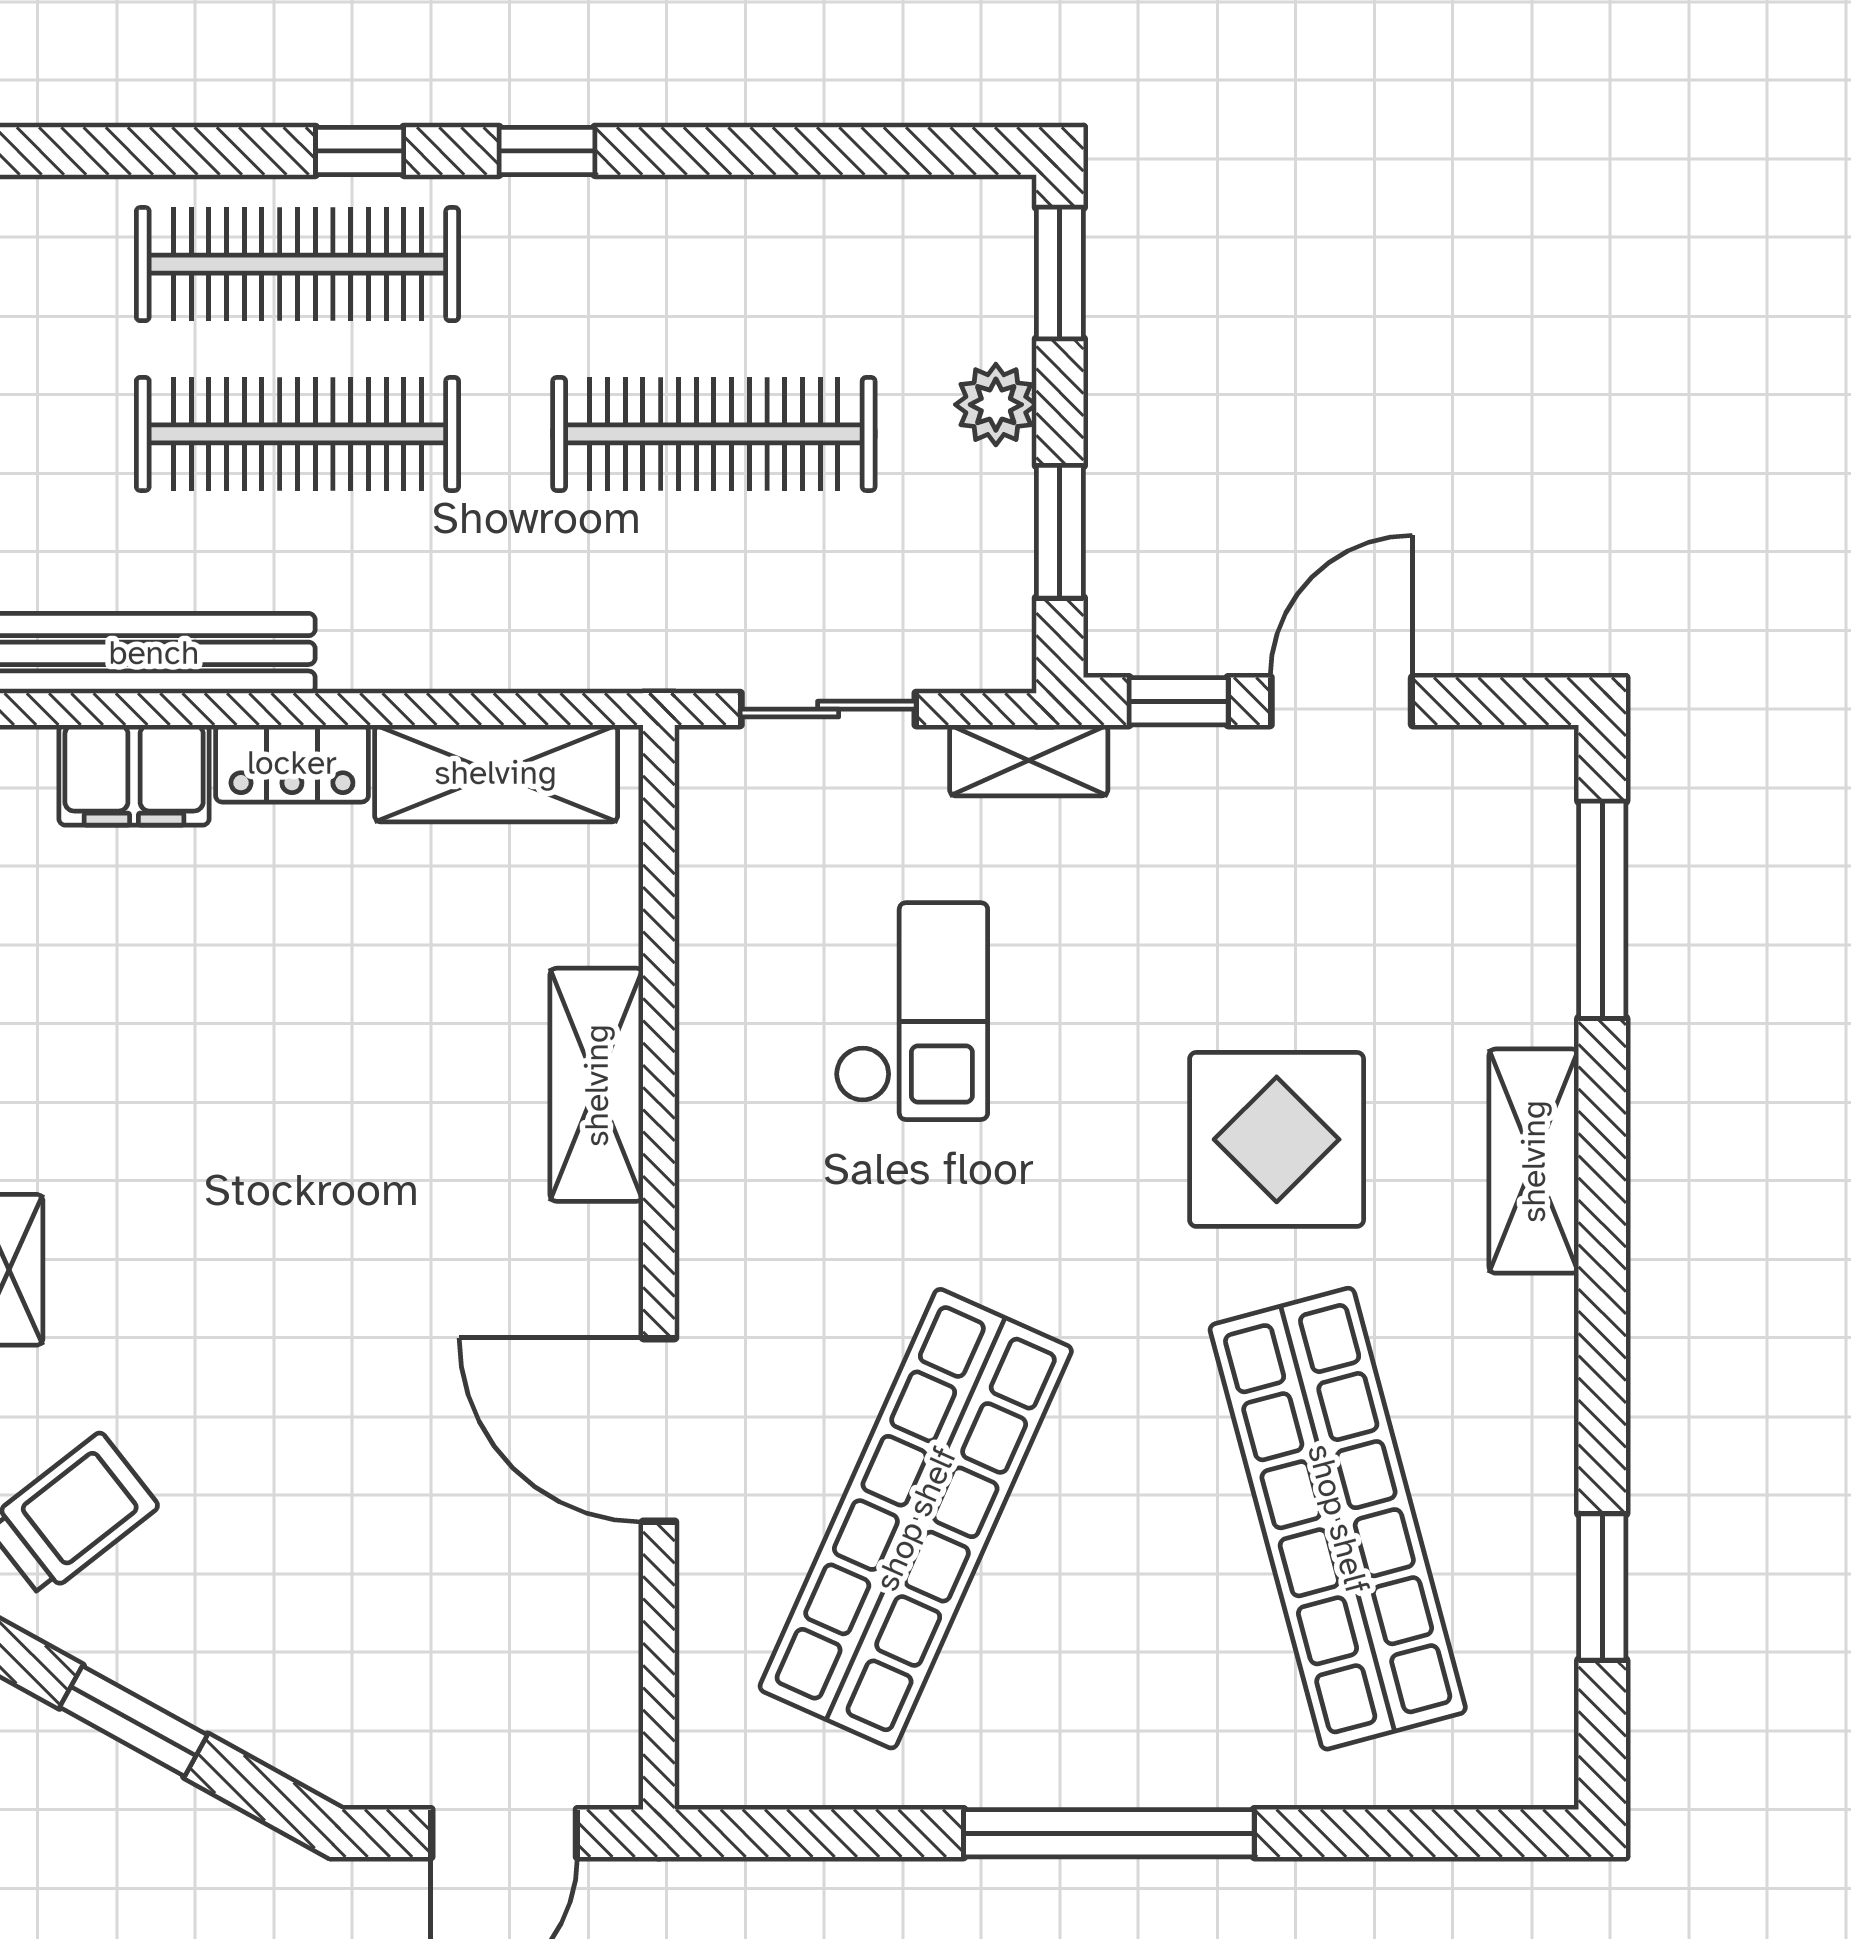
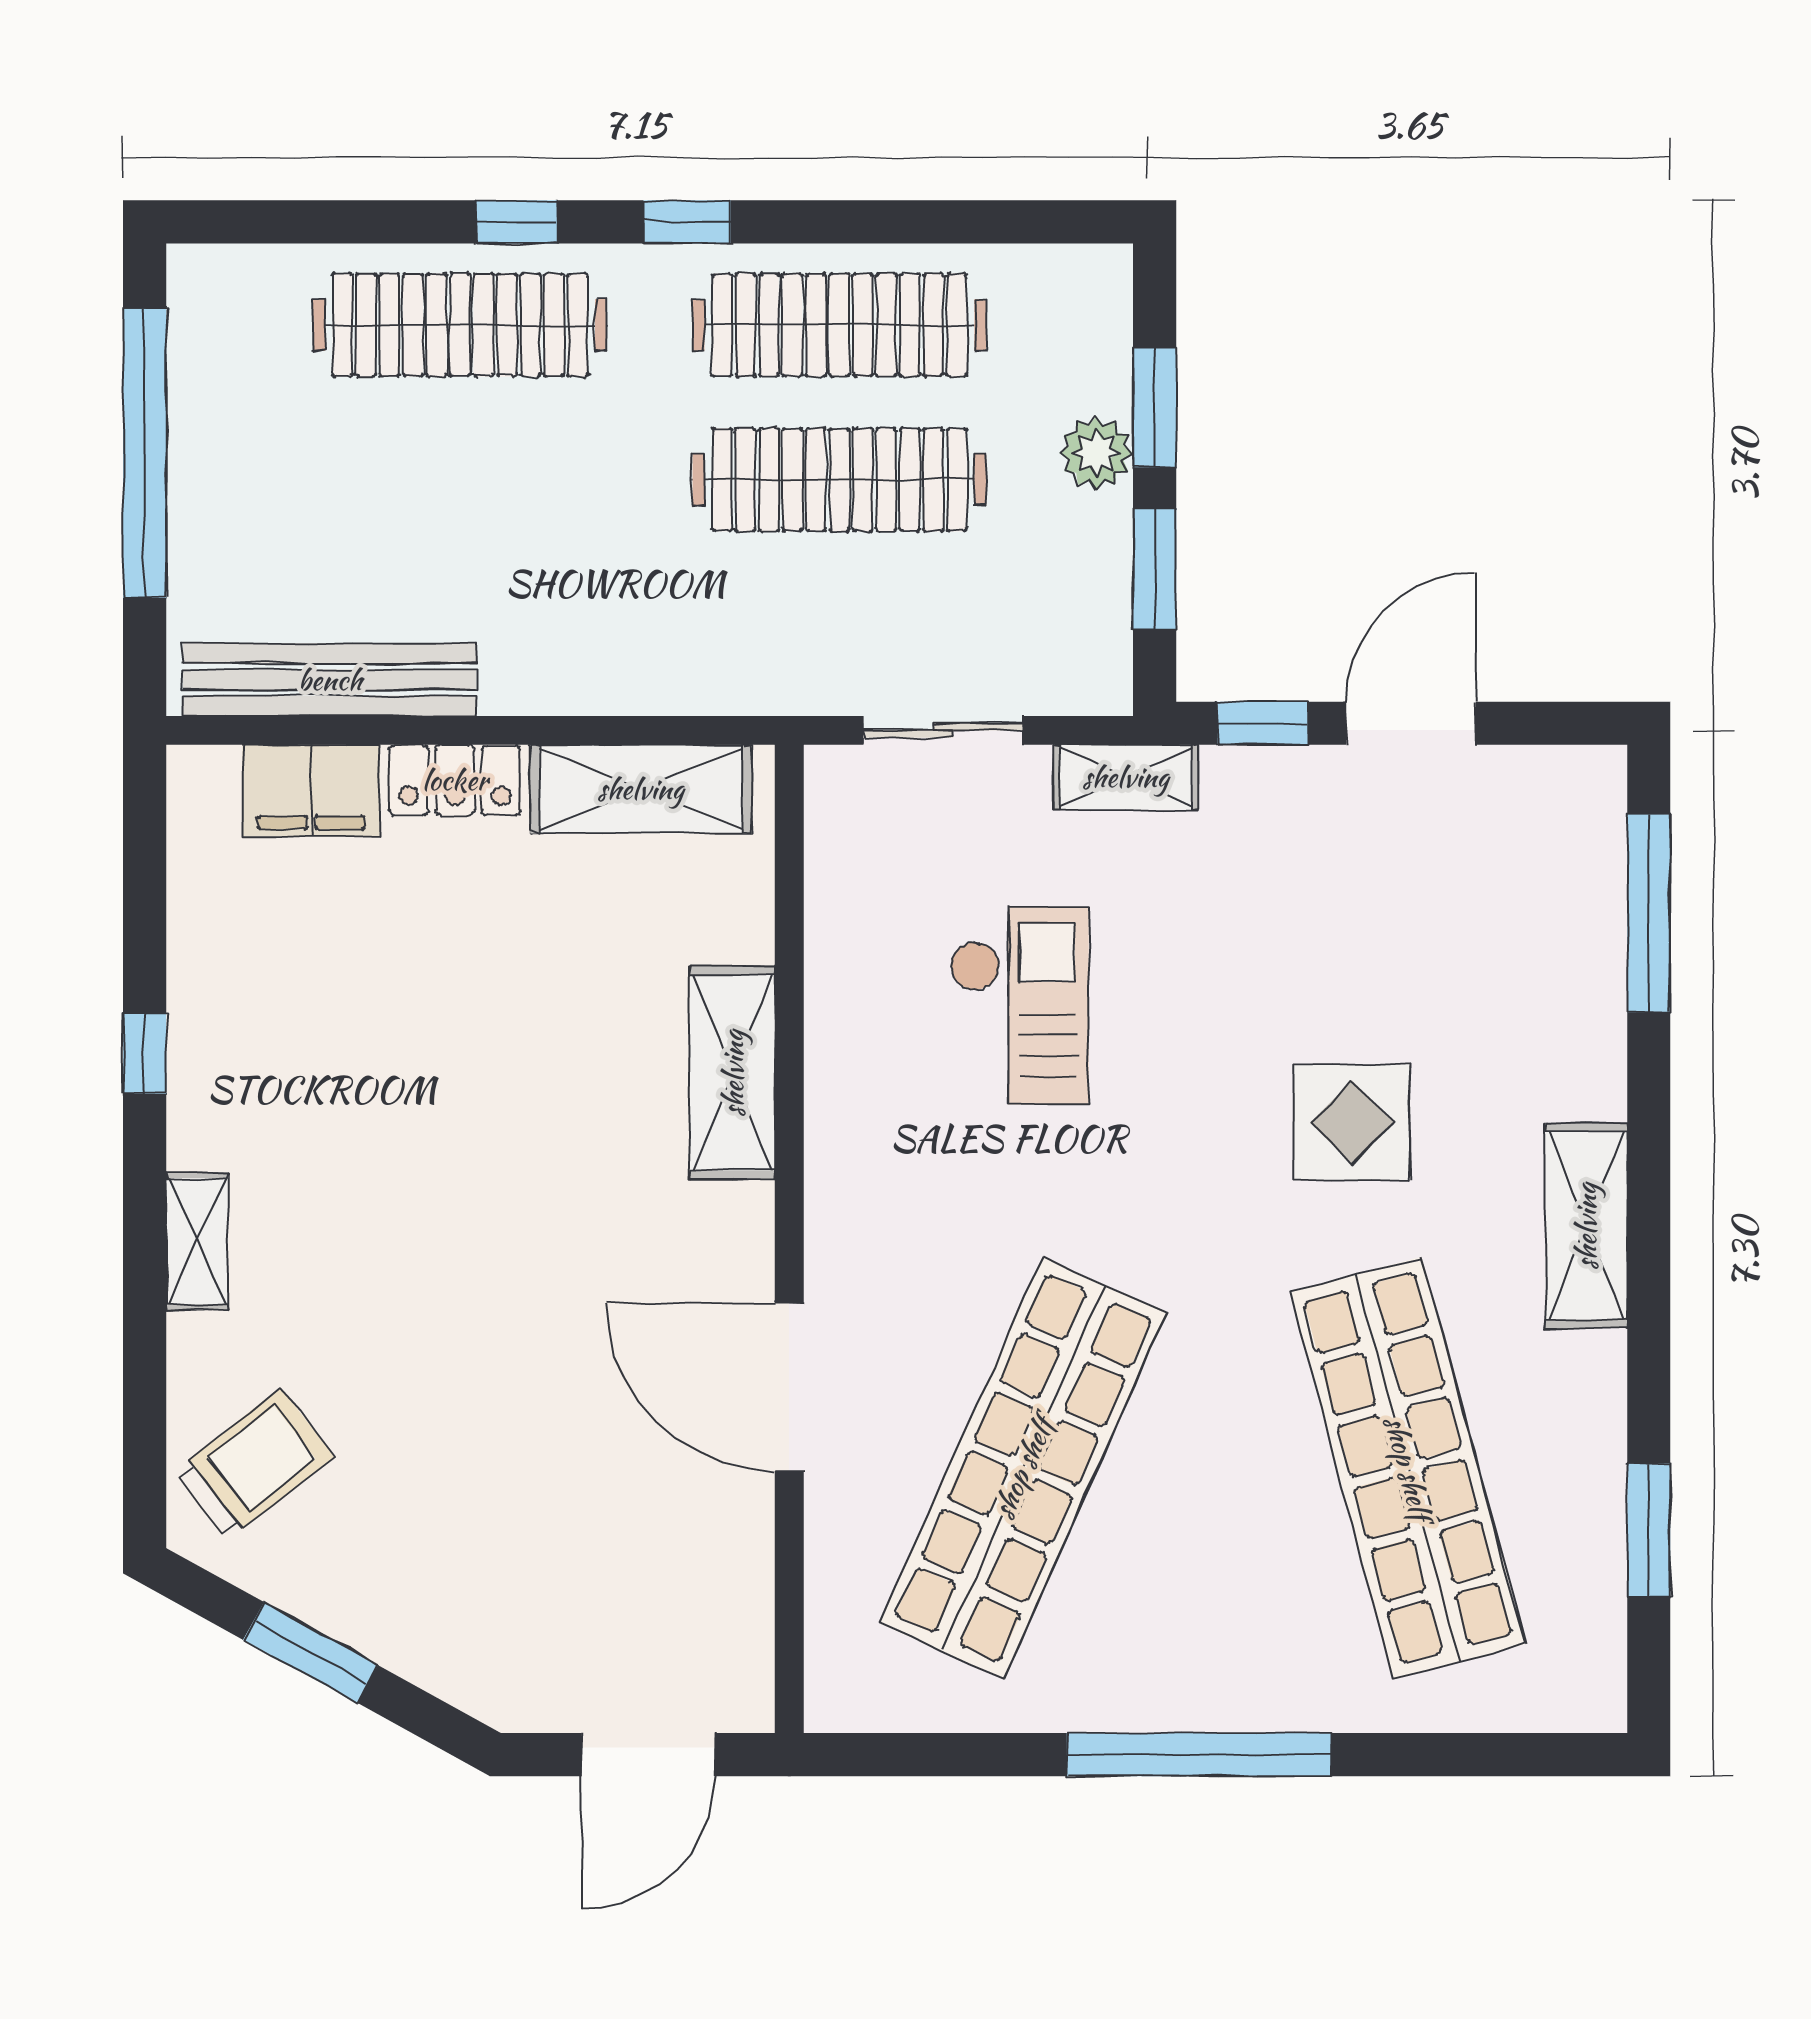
window: (1060, 273) -> (1155, 407), moved
clothes rail: (297, 434) -> (839, 325), moved
display table: (1277, 1139) -> (1352, 1123), width x0.73, depth x0.73
shelving: (1534, 1161) -> (1586, 1226), moved

